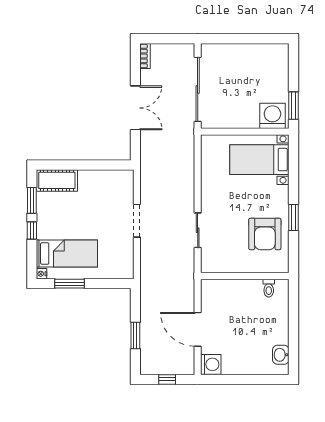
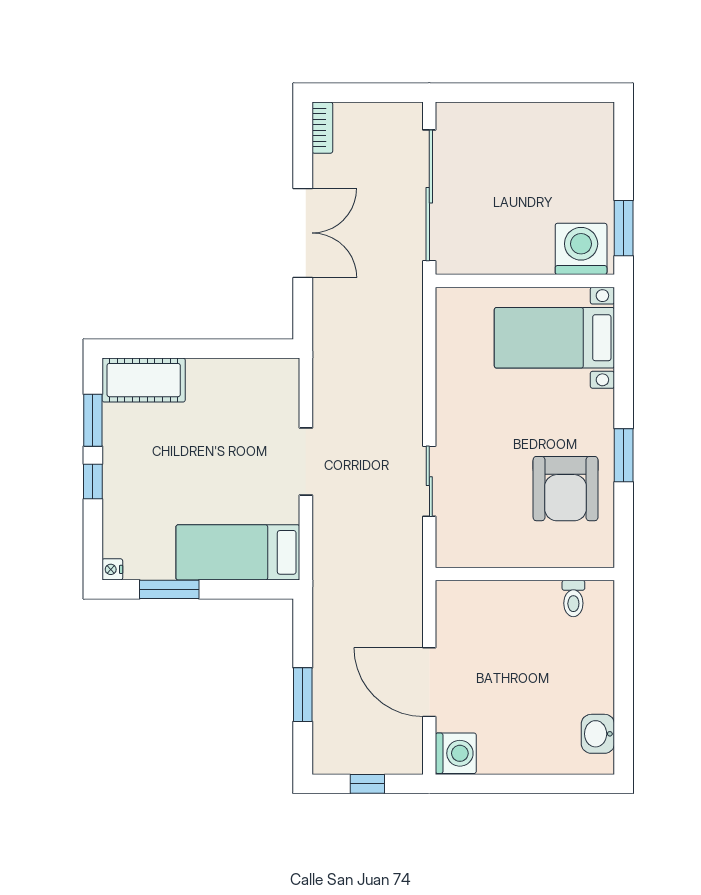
bed: (67, 254) -> (238, 552), moved, turned 180

